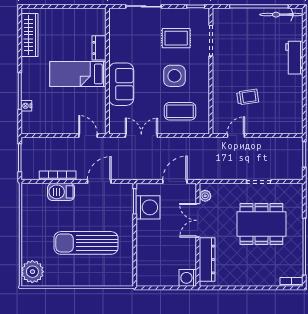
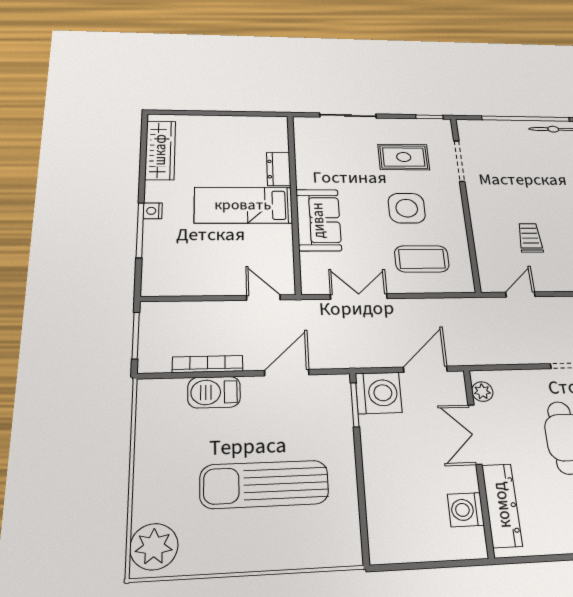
trolley: (248, 97) -> (530, 238), turned -82
nightstand: (26, 106) -> (153, 211), moved
washing machine: (148, 207) -> (379, 393), moved
washing machine: (188, 278) -> (466, 510), moved

